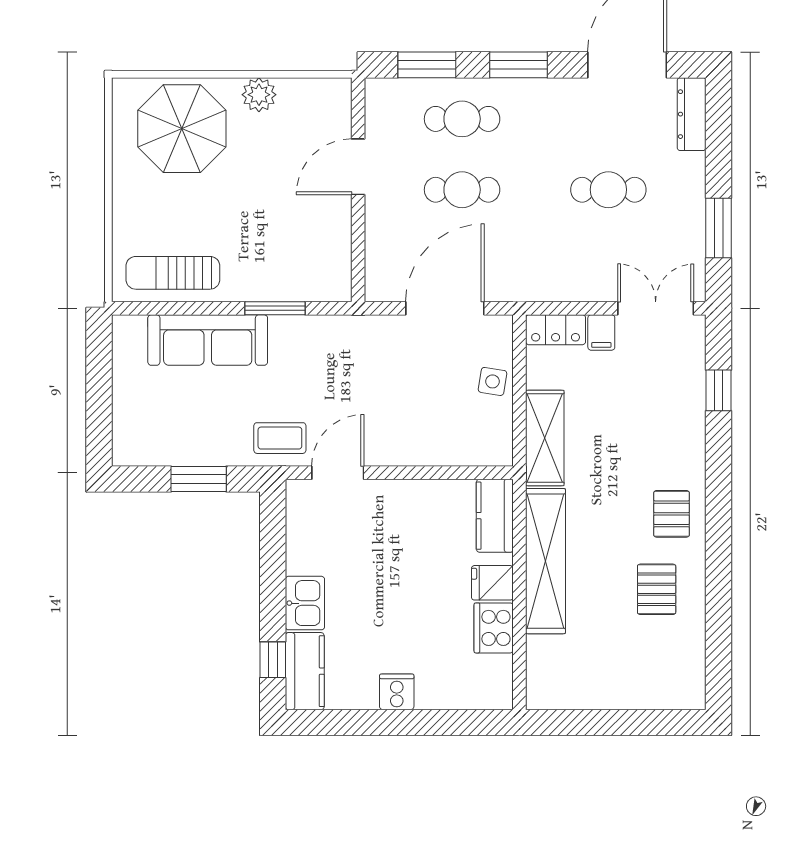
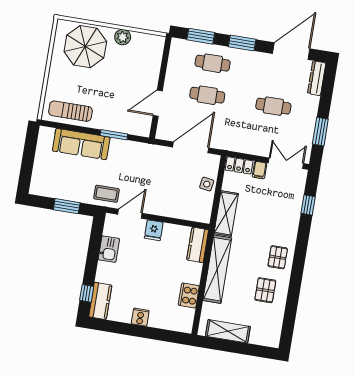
door: (358, 167) -> (158, 103), moved
fridge: (492, 583) -> (154, 230), moved, turned -90
kitchen sink: (305, 603) -> (109, 249), moved
shelving: (591, 691) -> (228, 331), added

